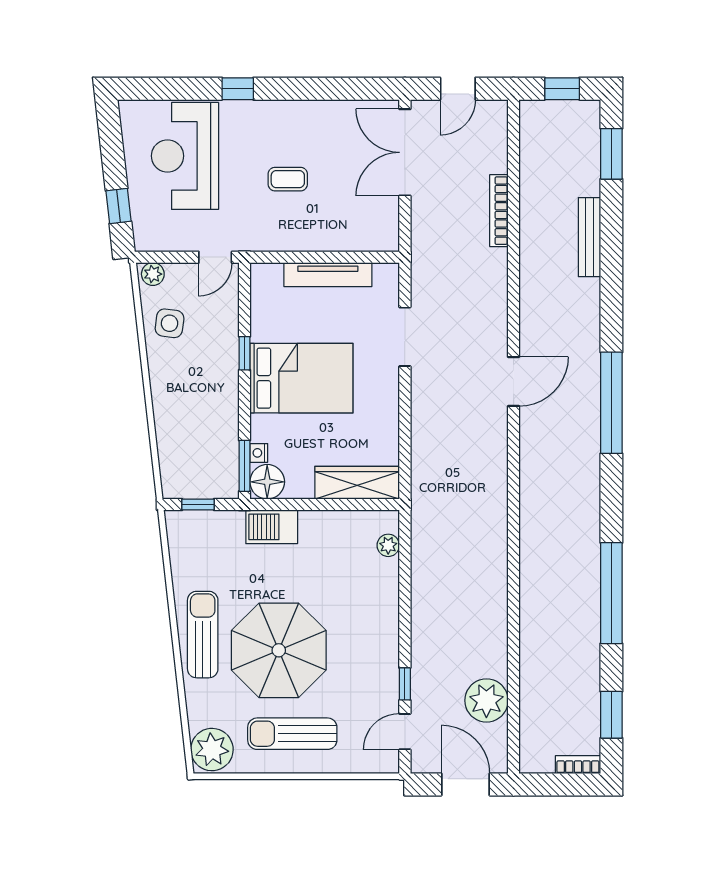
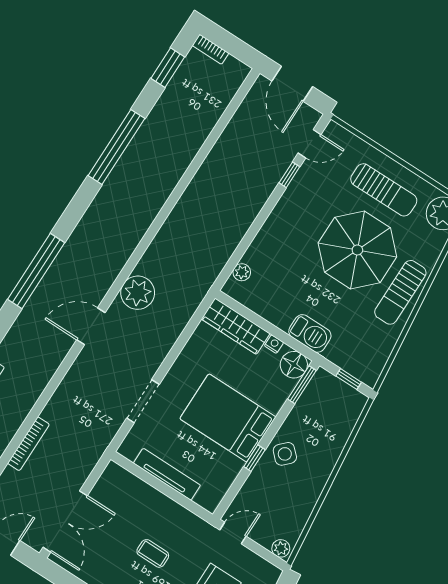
side table: (170, 323) -> (285, 454), moved, turned 37
nightstand: (259, 453) -> (274, 344), moved, turned -90
plant: (486, 700) -> (138, 293), moved

